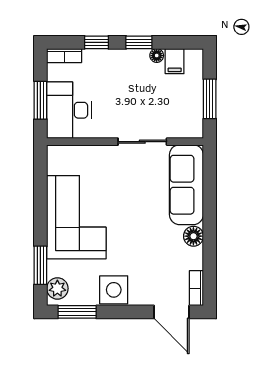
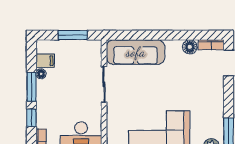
window: (139, 42) -> (31, 87), width x1.50
floor lamp: (193, 236) -> (190, 47), moved
side table: (114, 290) -> (212, 105), removed

